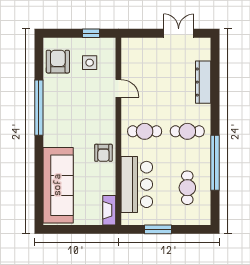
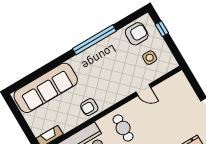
window: (91, 33) -> (162, 29), moved
door: (118, 88) -> (143, 90), hinge flipped

